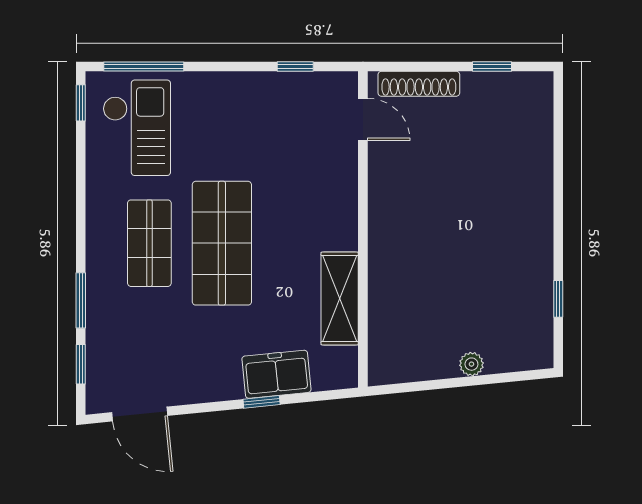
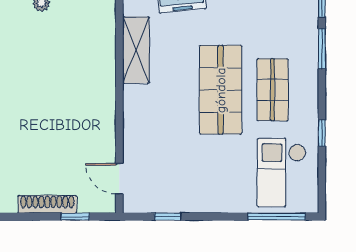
window: (492, 66) -> (75, 217), moved
shoe rack: (419, 84) -> (47, 204), moved
window: (81, 103) -> (322, 133), moved

